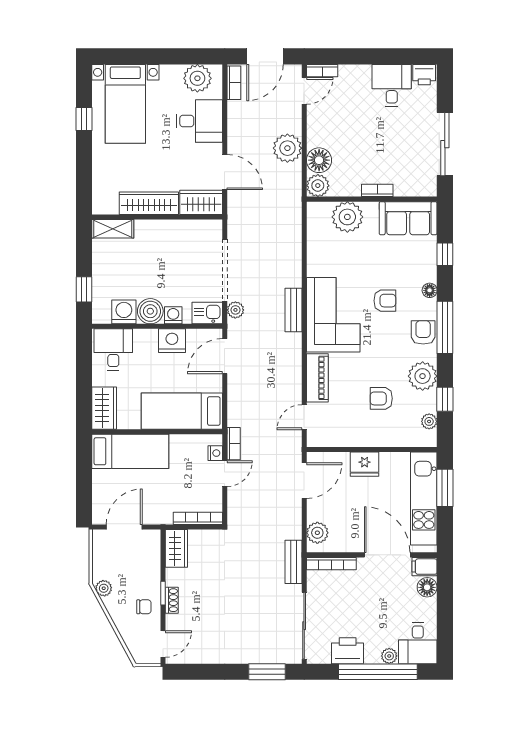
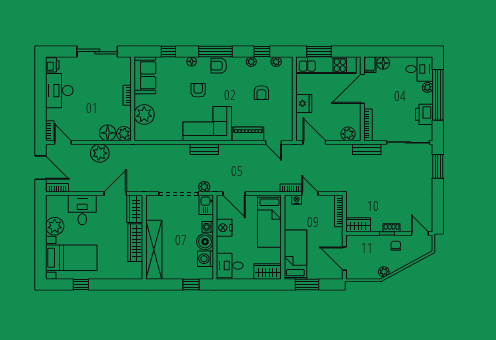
plant: (197, 78) -> (55, 226), moved
desk: (392, 85) -> (59, 91), width x1.37
shelving: (113, 229) -> (154, 250), width x2.20, depth x1.33
plant: (423, 376) -> (251, 62), width x0.53, depth x0.53
window: (84, 469) -> (307, 284), added

